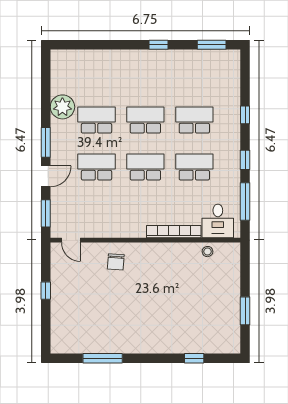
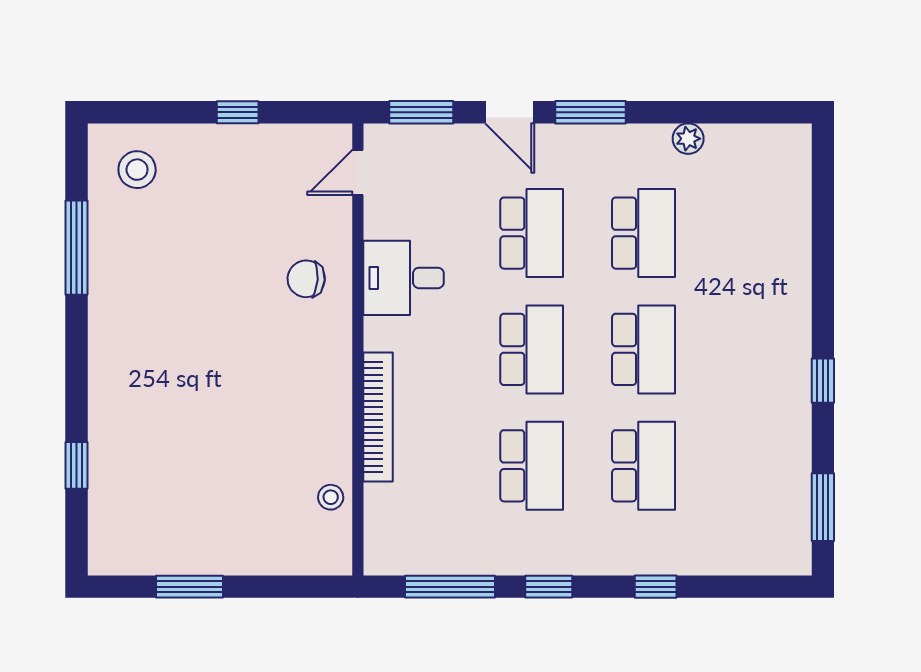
plant: (62, 107) -> (688, 139), width x0.53, depth x0.53
desk: (218, 221) -> (404, 278), moved
stool: (70, 333) -> (137, 170), added

